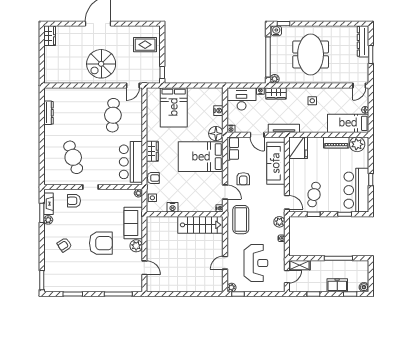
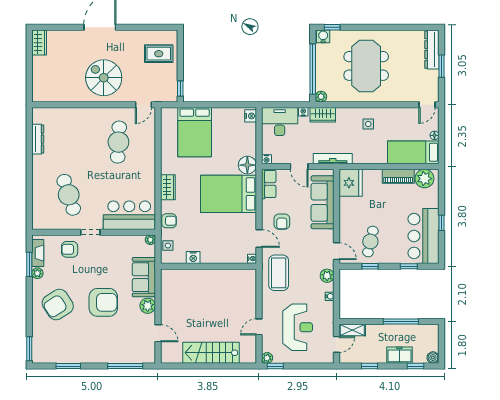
spiral stairs: (101, 64) -> (104, 78), turned 90
nightstand: (218, 111) -> (251, 116), moved
bar counter: (131, 162) -> (129, 215), moved, turned 90
stairs: (200, 225) -> (211, 353), moved, turned 180
armchair: (64, 245) -> (58, 305), width x1.88, depth x1.88

